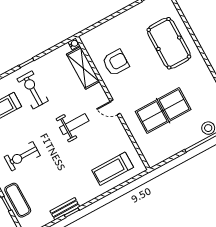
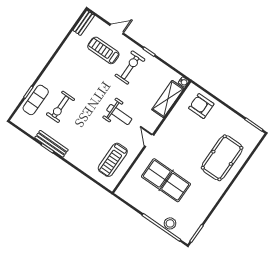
armchair: (116, 63) -> (201, 106), moved, turned 180
exercise bike: (22, 156) -> (60, 107), moved, turned -90
treadmill: (113, 169) -> (113, 160), moved, turned -90
bench: (65, 209) -> (51, 144), width x1.36

